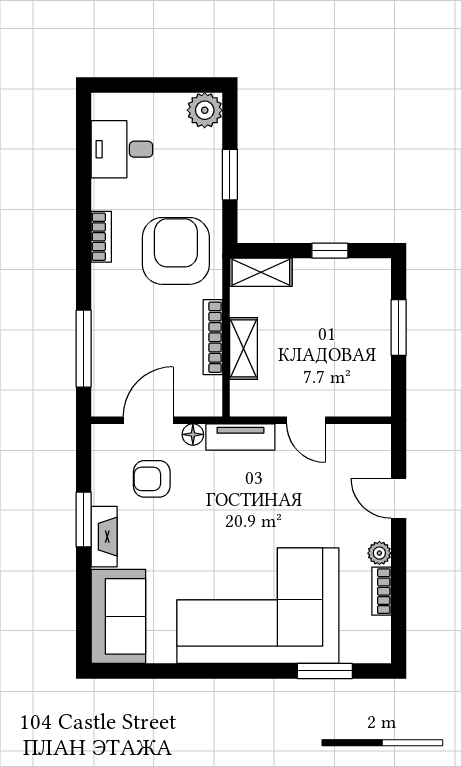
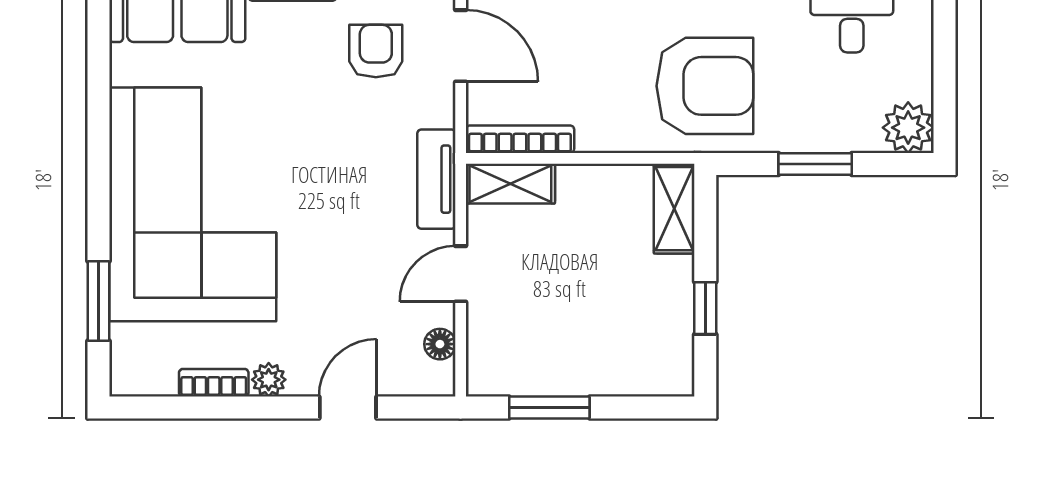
window: (399, 327) -> (549, 407), moved
bookcase: (213, 337) -> (520, 139), moved
shelving: (244, 348) -> (510, 184), moved
floor lamp: (193, 434) -> (440, 344), moved

